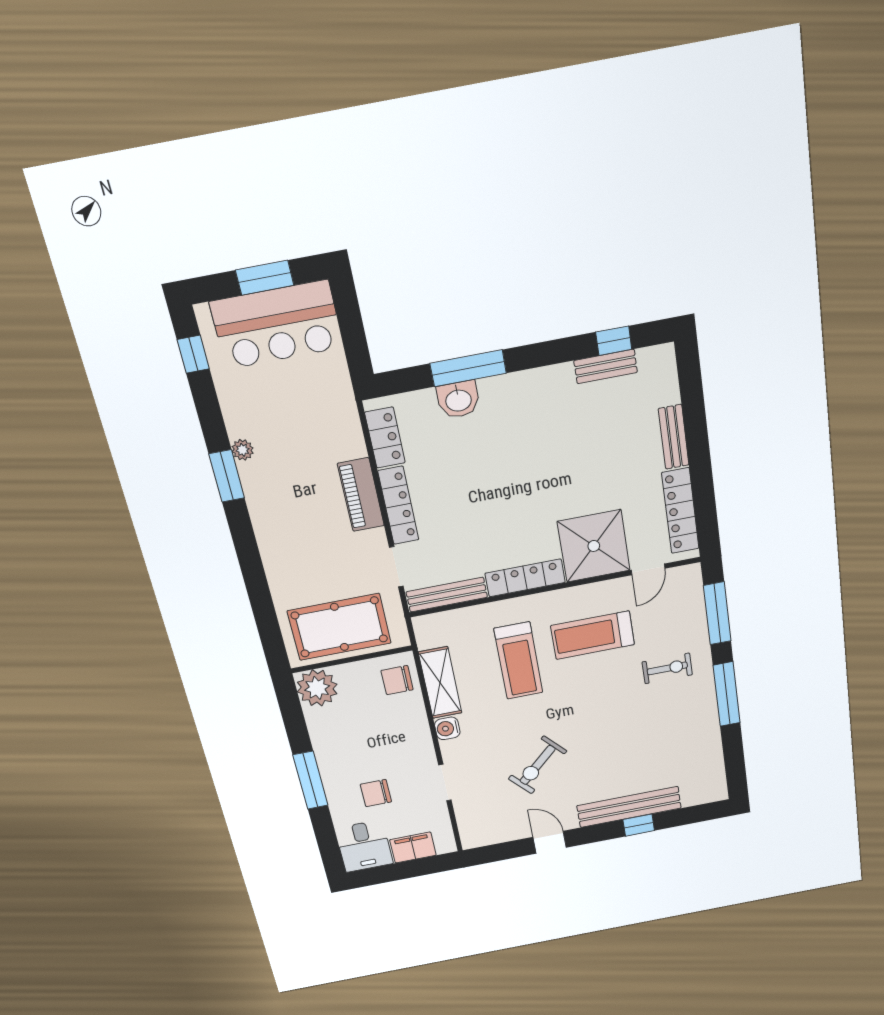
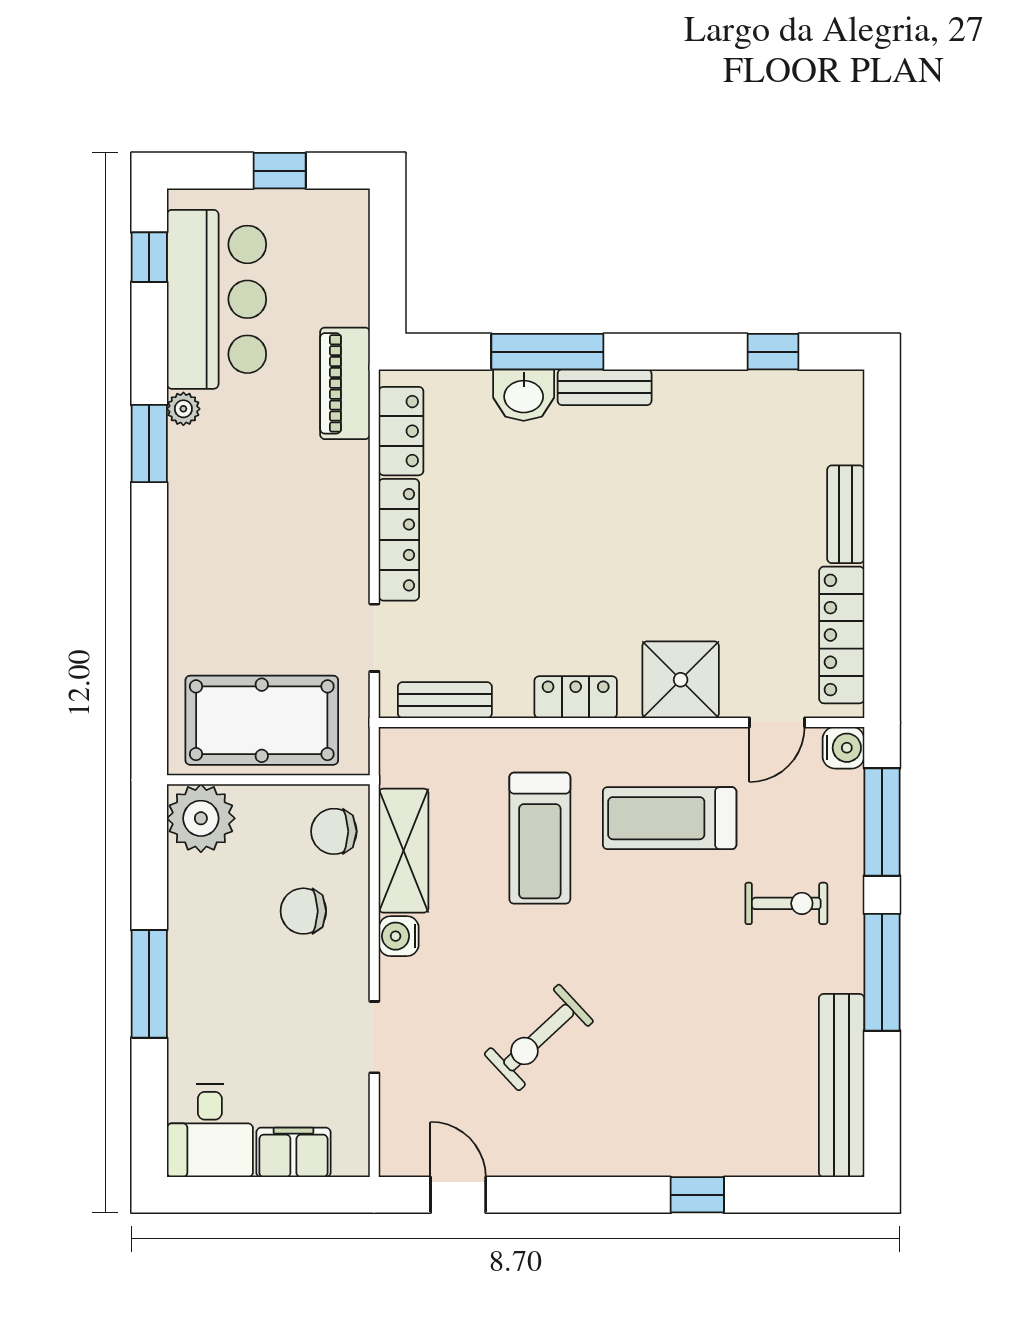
window: (265, 278) -> (280, 171), width x0.67
bar counter: (277, 325) -> (217, 299), moved, turned -90
bench: (606, 366) -> (605, 387), moved
piano: (361, 495) -> (345, 383), moved
shower: (594, 546) -> (681, 680), width x0.73, depth x0.73
water cooler: (690, 576) -> (843, 748), added
locker: (525, 578) -> (576, 697), width x0.66
bench: (447, 595) -> (445, 700), width x0.73
chair: (376, 793) -> (303, 911), moved
bench: (629, 807) -> (842, 1086), moved, turned 90
door: (550, 842) -> (458, 1195), moved

